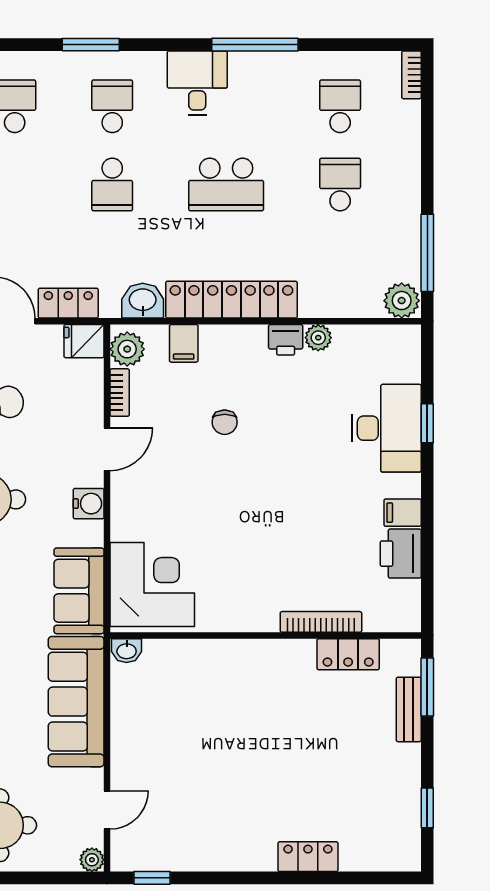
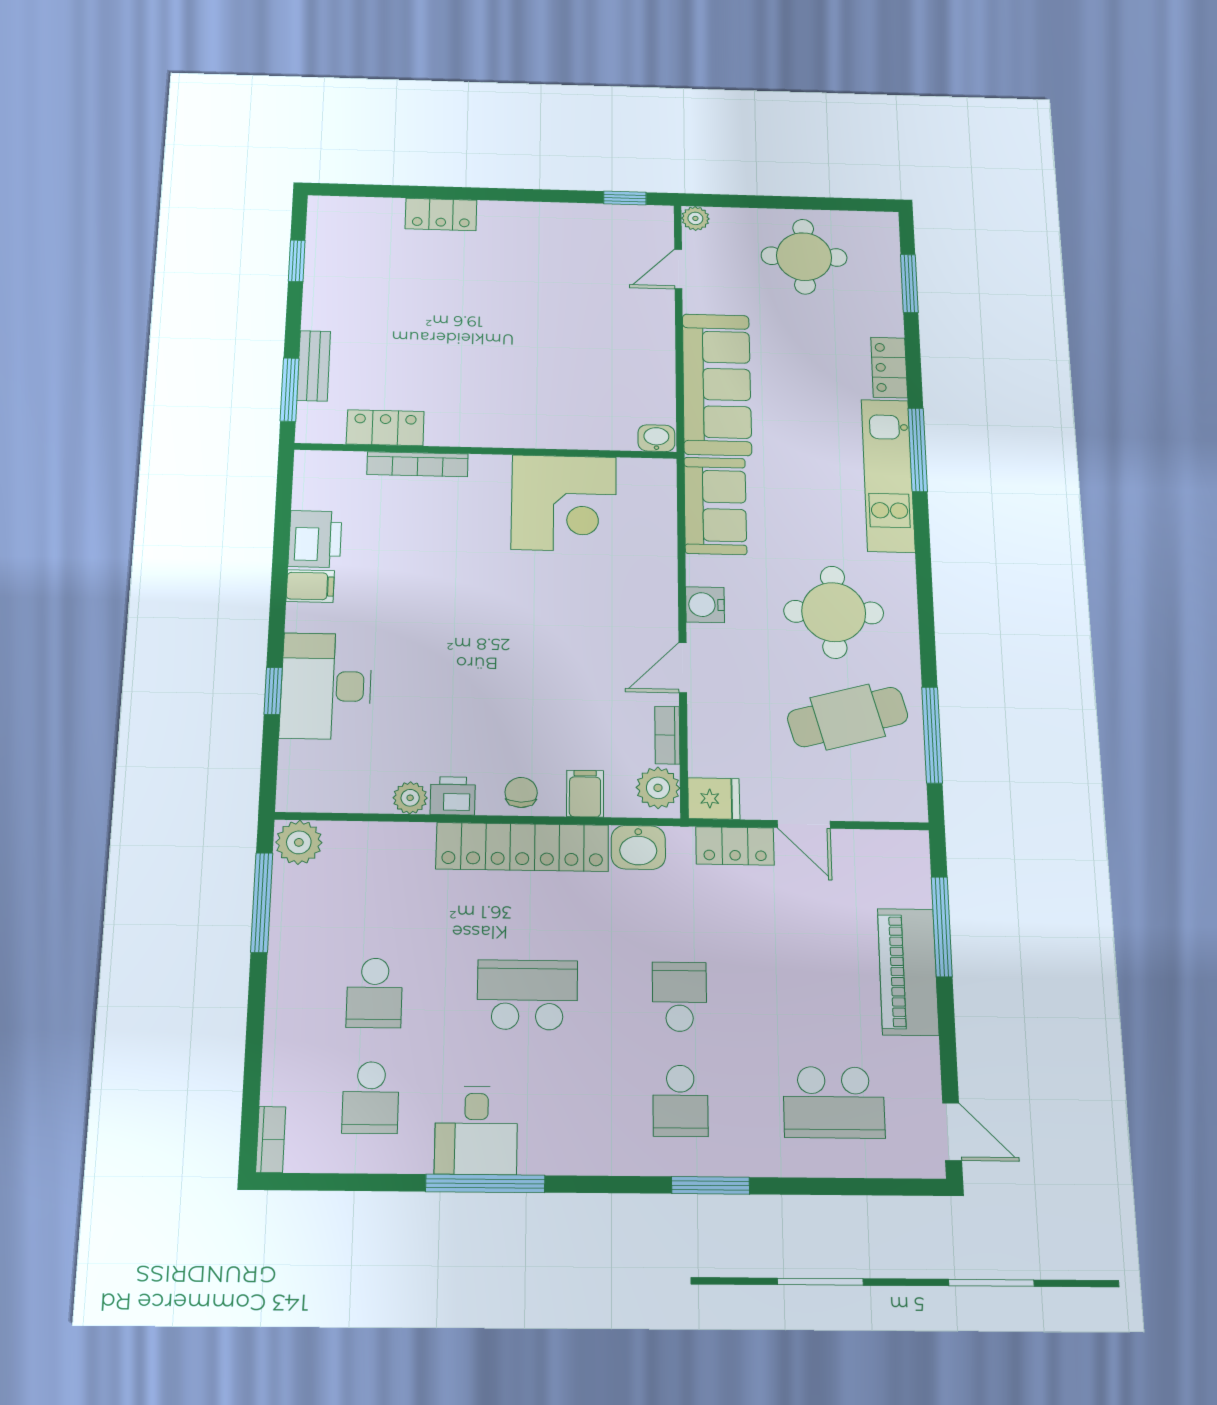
desk: (197, 83) -> (476, 1130), moved
chair: (225, 422) -> (521, 792), moved
corner desk: (152, 584) -> (564, 503), moved, turned -90

